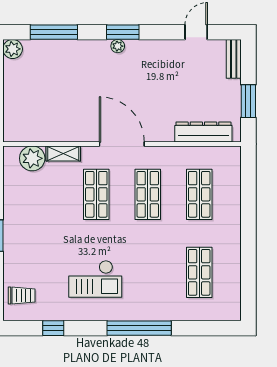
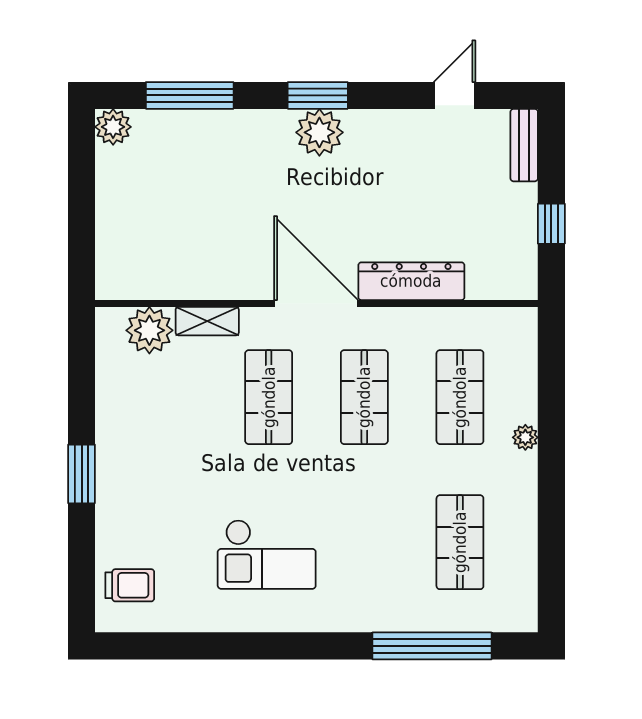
plant: (118, 46) -> (319, 132), width x1.87, depth x1.87
window: (248, 101) -> (551, 224), width x0.67
dresser: (203, 132) -> (411, 281), moved
plant: (234, 216) -> (525, 437), added
window: (53, 328) -> (188, 646), removed
window: (139, 328) -> (432, 646), moved

